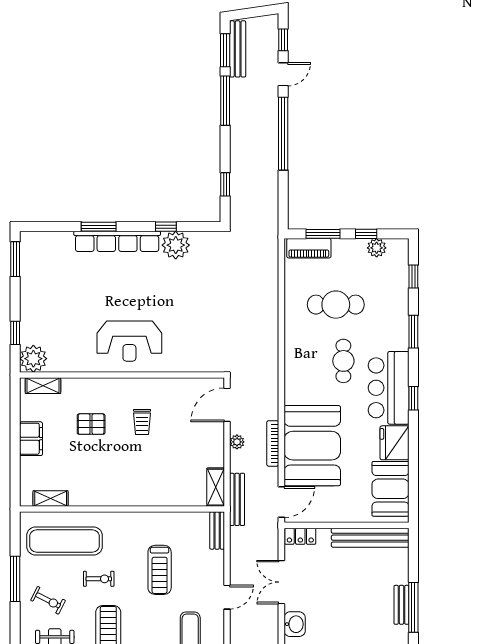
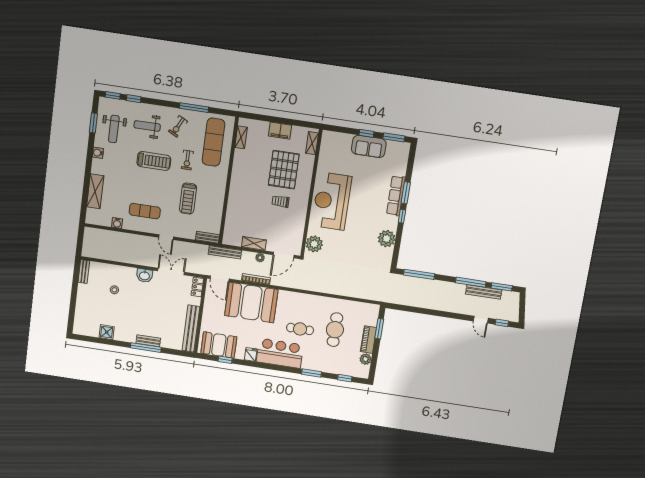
bench: (238, 49) -> (484, 292), moved
window: (283, 134) -> (444, 314), removed
window: (225, 184) -> (419, 274), width x2.17
window: (166, 227) -> (402, 216), moved
window: (366, 234) -> (375, 354), removed
row of seats: (117, 241) -> (396, 196), width x0.73
piano: (309, 248) -> (368, 340), moved
sofa: (35, 296) -> (369, 146), added
window: (15, 333) -> (366, 133), moved
reception desk: (129, 341) -> (332, 201), width x1.36, depth x1.30
plant: (33, 359) -> (314, 244), moved
window: (413, 398) -> (225, 360), moved
door: (227, 405) -> (284, 255), swing flipped
pallet: (91, 424) -> (284, 170), width x2.05, depth x2.00
fridge: (394, 443) -> (251, 354), width x0.53, depth x0.75
shelving: (216, 487) -> (254, 243), moved
treadmill: (160, 570) -> (188, 198), turned -90

